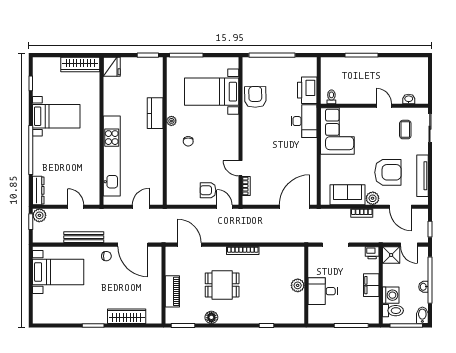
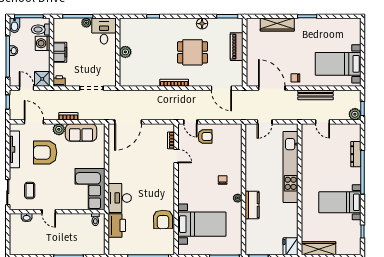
dresser: (38, 190) -> (356, 154), moved
desk: (323, 291) -> (104, 31), moved, turned -90
plant: (342, 318) -> (86, 23), added

